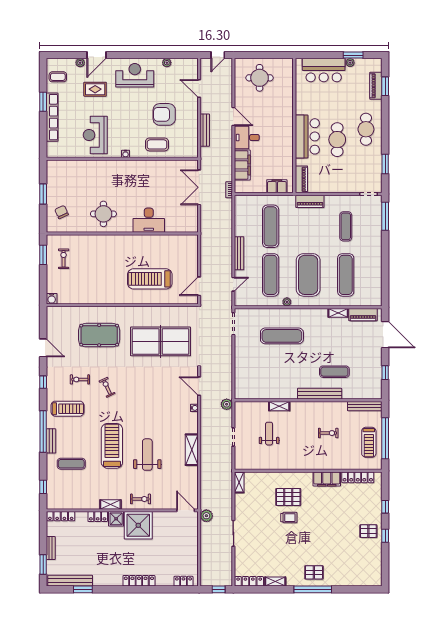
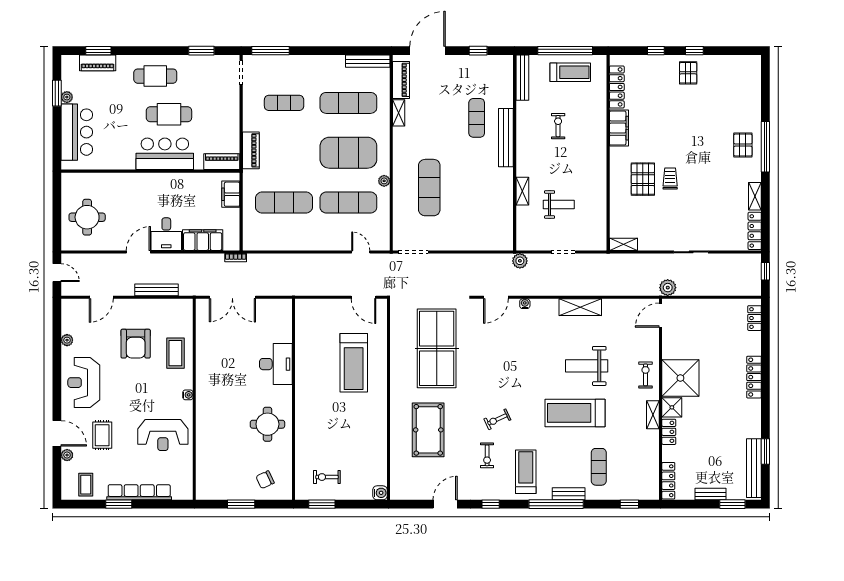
bench: (239, 253) -> (368, 61), moved
weight bench: (269, 434) -> (559, 205), turned 180

